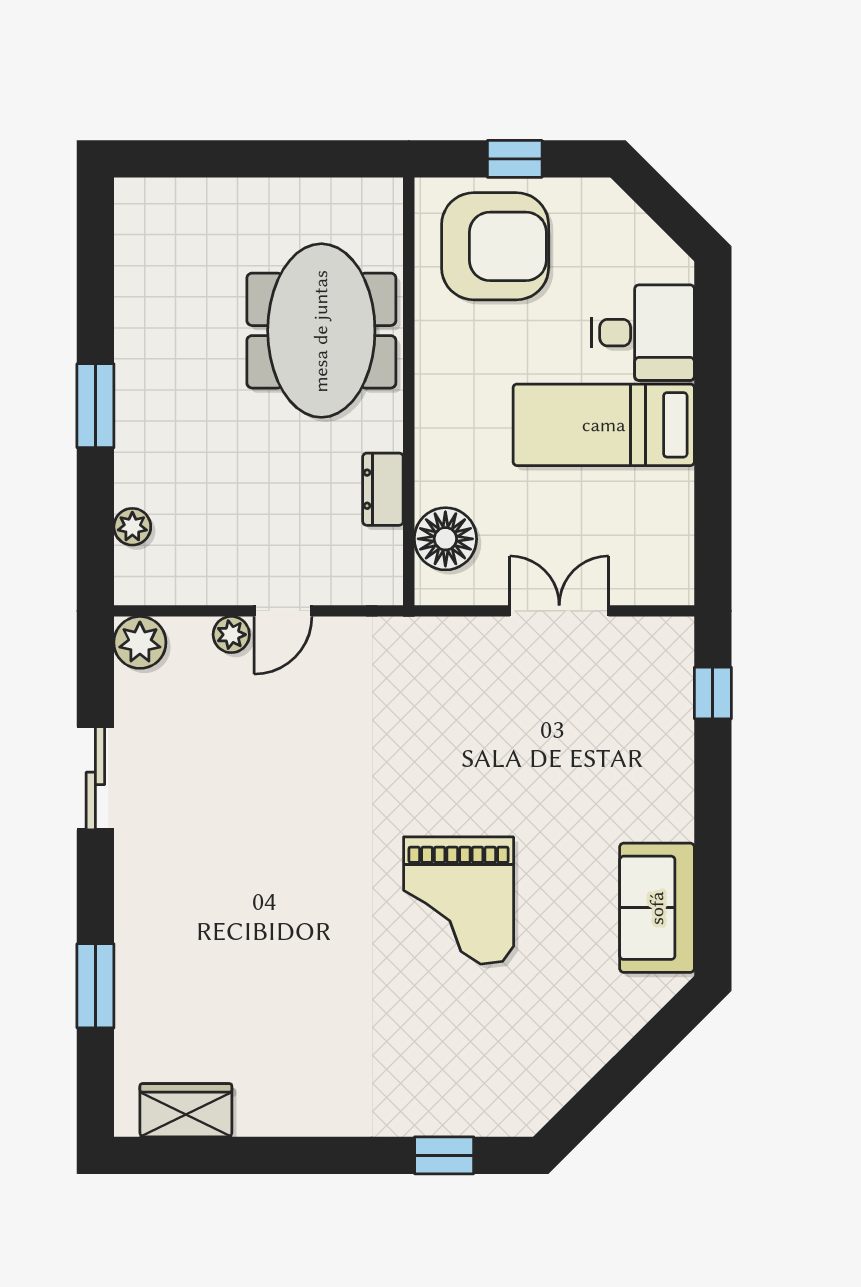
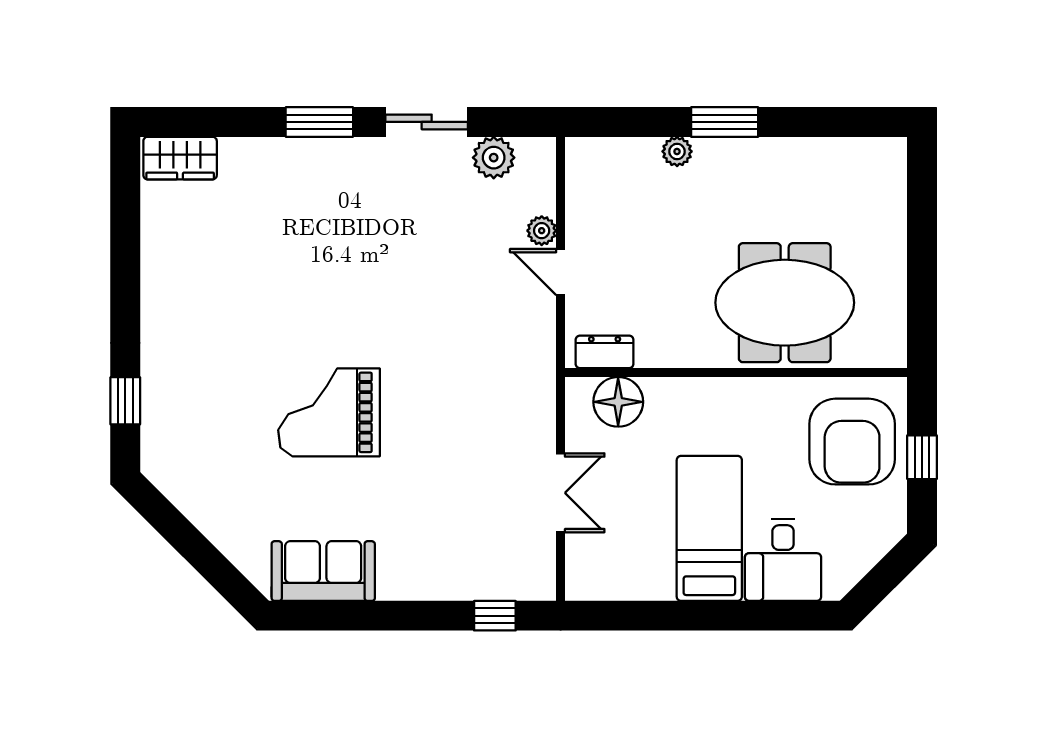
dresser: (383, 489) -> (605, 352), moved
plant: (132, 527) -> (677, 151), moved
plant: (140, 642) -> (494, 158), moved
window: (95, 986) -> (319, 122), moved
wardrobe: (186, 1110) -> (180, 158), moved, turned 90

